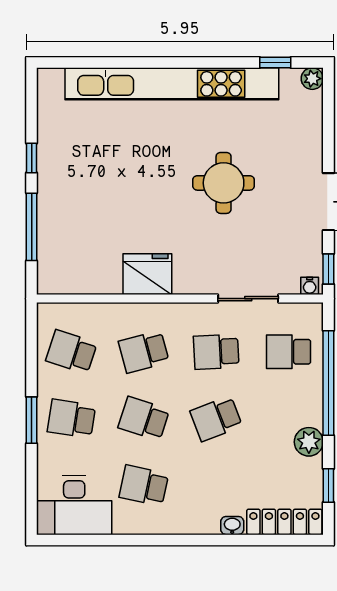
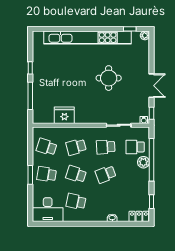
fridge: (147, 274) -> (64, 115), moved
plant: (309, 442) -> (143, 162), moved
locker: (284, 522) -> (139, 216), width x0.66

